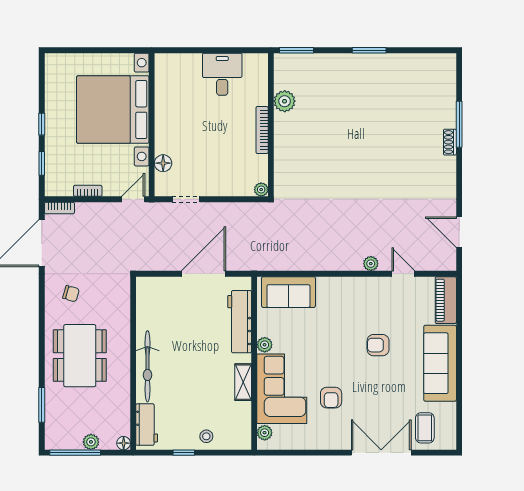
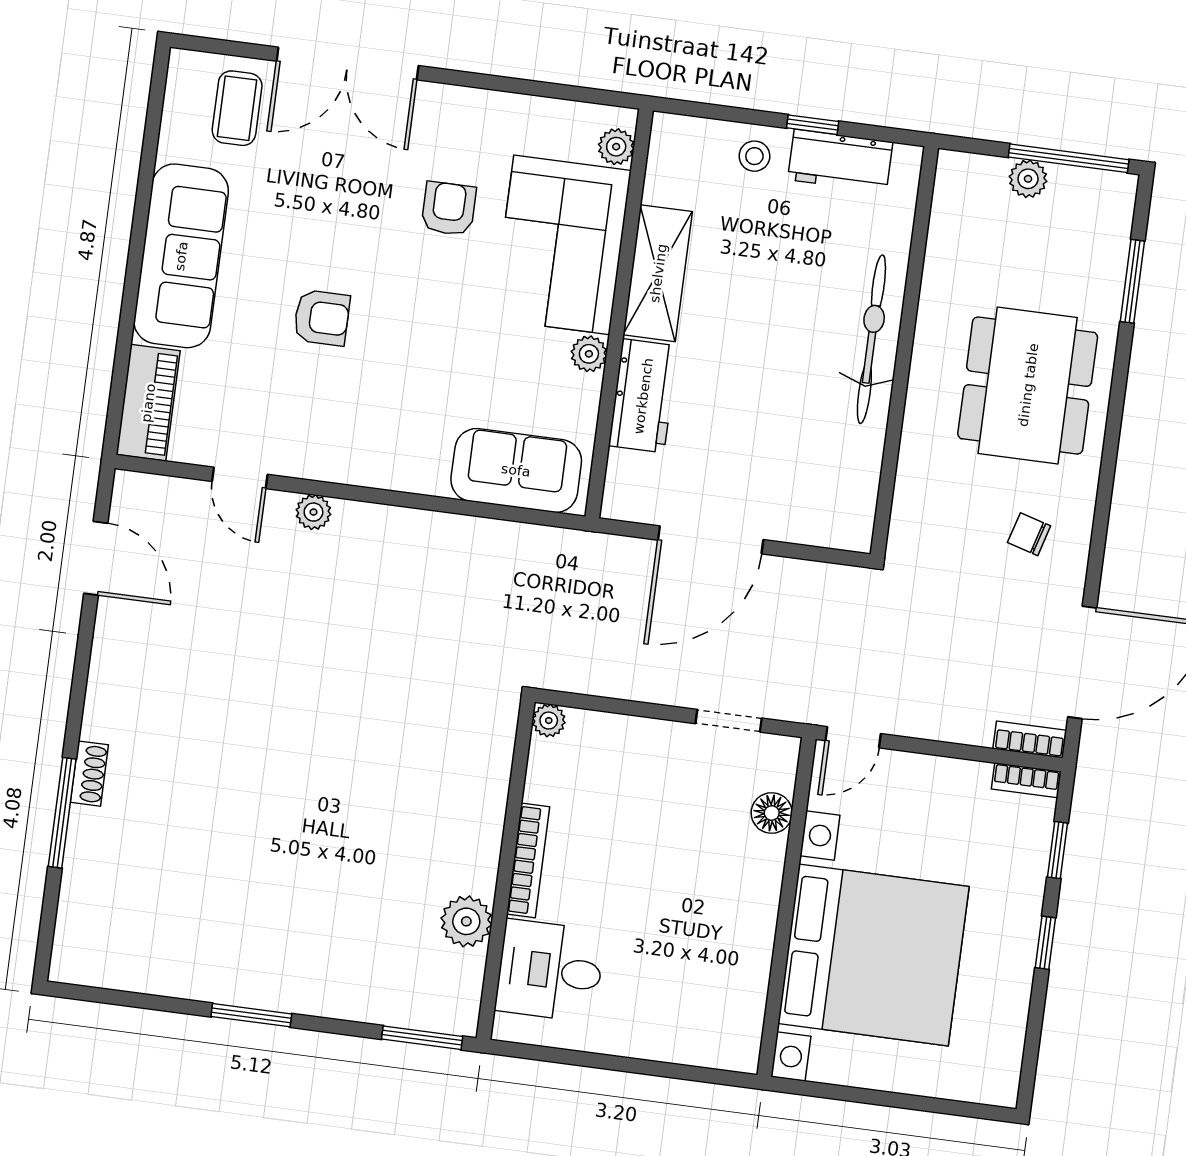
desk: (222, 74) -> (550, 971), moved, turned 90
bookcase: (88, 191) -> (1026, 780), moved
workbench: (240, 322) -> (643, 396), width x0.73
shelving: (243, 382) -> (658, 273), width x1.50, depth x1.33
workbench: (147, 425) -> (840, 161), moved, turned -90
floor lamp: (124, 443) -> (952, 166), removed

